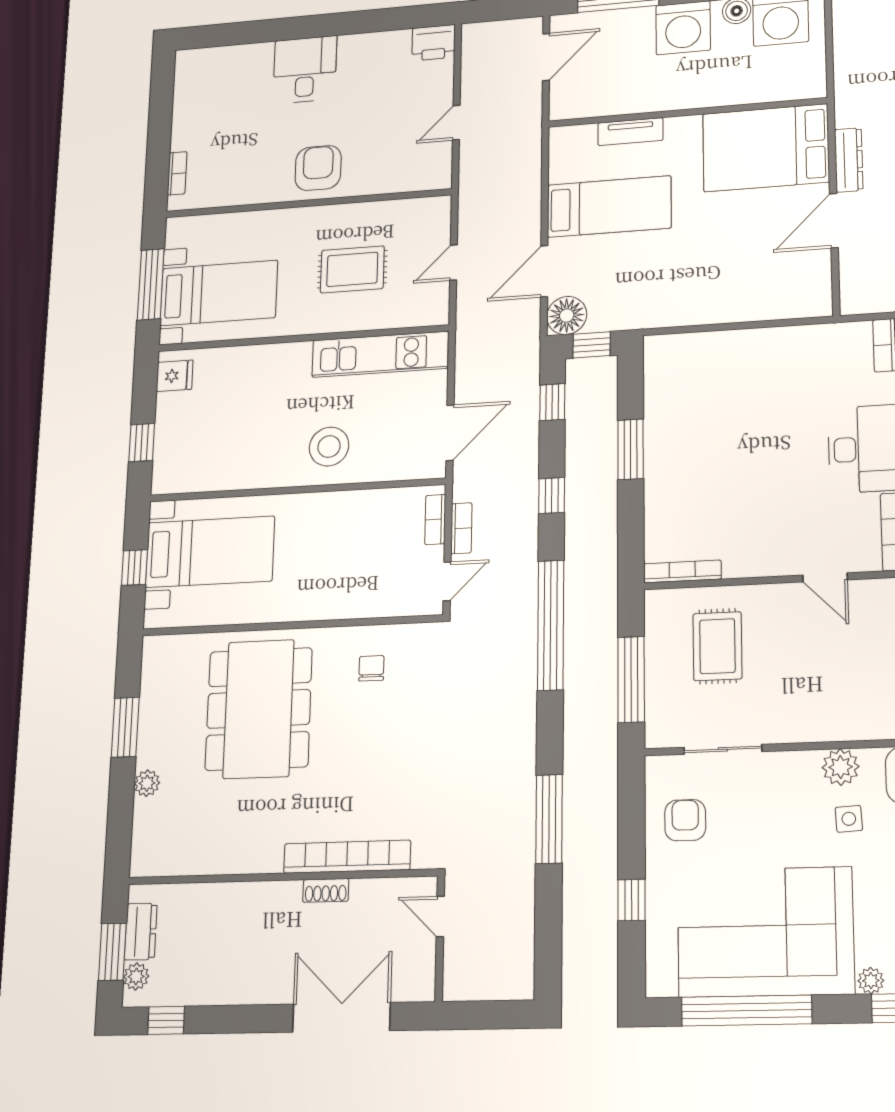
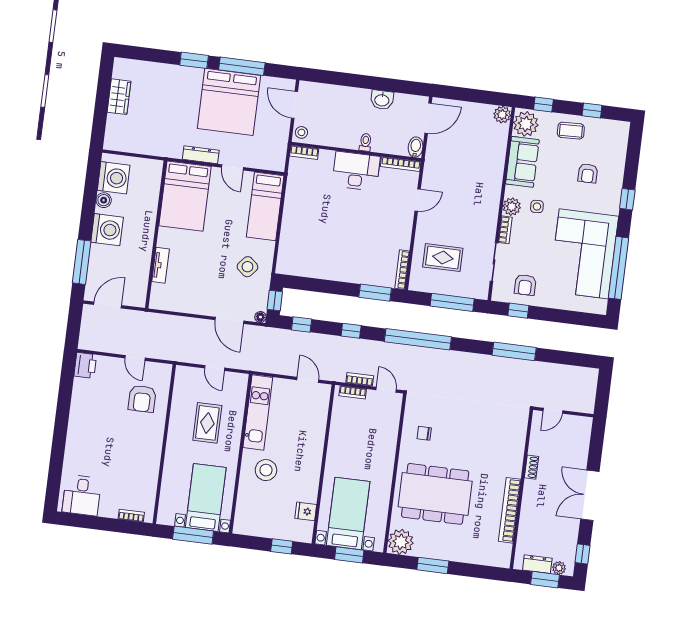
door: (546, 57) -> (108, 305), hinge flipped
desk: (305, 70) -> (82, 495), moved, turned -90
armchair: (318, 168) -> (142, 399), moved, turned -90
bed: (609, 206) -> (265, 206), moved, turned 180
door: (834, 221) -> (232, 167), width x0.73
side table: (649, 284) -> (247, 267), added
floor lamp: (567, 316) -> (260, 317), width x0.53, depth x0.53
fridge: (175, 376) -> (306, 511), moved, turned -90
door: (450, 433) -> (308, 380), width x0.73
stool: (329, 447) -> (266, 470), moved
window: (631, 449) -> (375, 293), moved
window: (134, 567) -> (349, 555), width x1.50
bookcase: (791, 761) -> (505, 230), added
plant: (147, 783) -> (401, 542), moved, width x1.88, depth x1.88
armchair: (685, 820) -> (525, 285), turned -90
bookcase: (347, 857) -> (510, 510), moved
window: (631, 900) -> (518, 311), moved
plant: (871, 981) -> (613, 208), removed
double door: (341, 1017) -> (590, 495), moved

